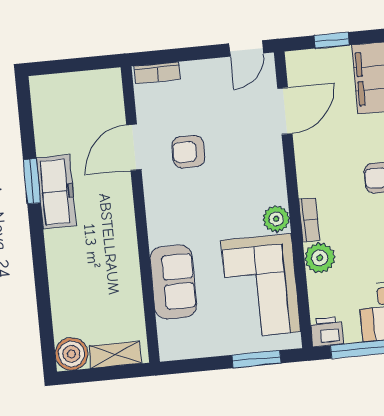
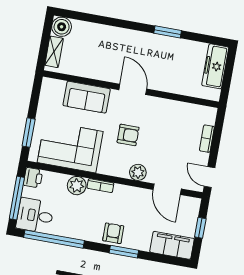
bookcase: (157, 73) -> (207, 139), moved
door: (134, 147) -> (133, 89), moved
armchair: (188, 152) -> (128, 135), moved, turned 90
freezer: (56, 192) -> (215, 66), moved, turned 90
plant: (276, 219) -> (138, 172), moved

